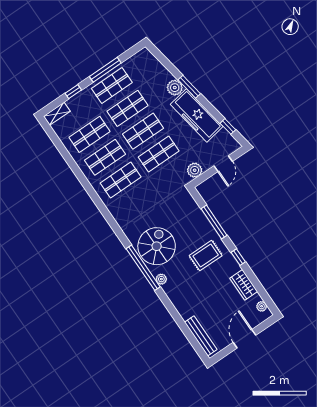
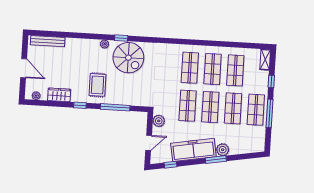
door: (223, 164) -> (149, 143), swing flipped
window: (143, 268) -> (121, 38), width x0.32

